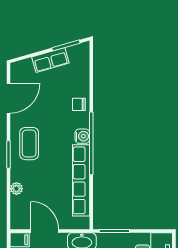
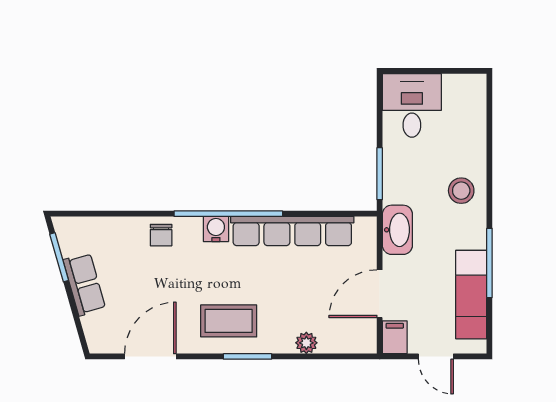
door: (9, 98) -> (150, 356), hinge flipped

